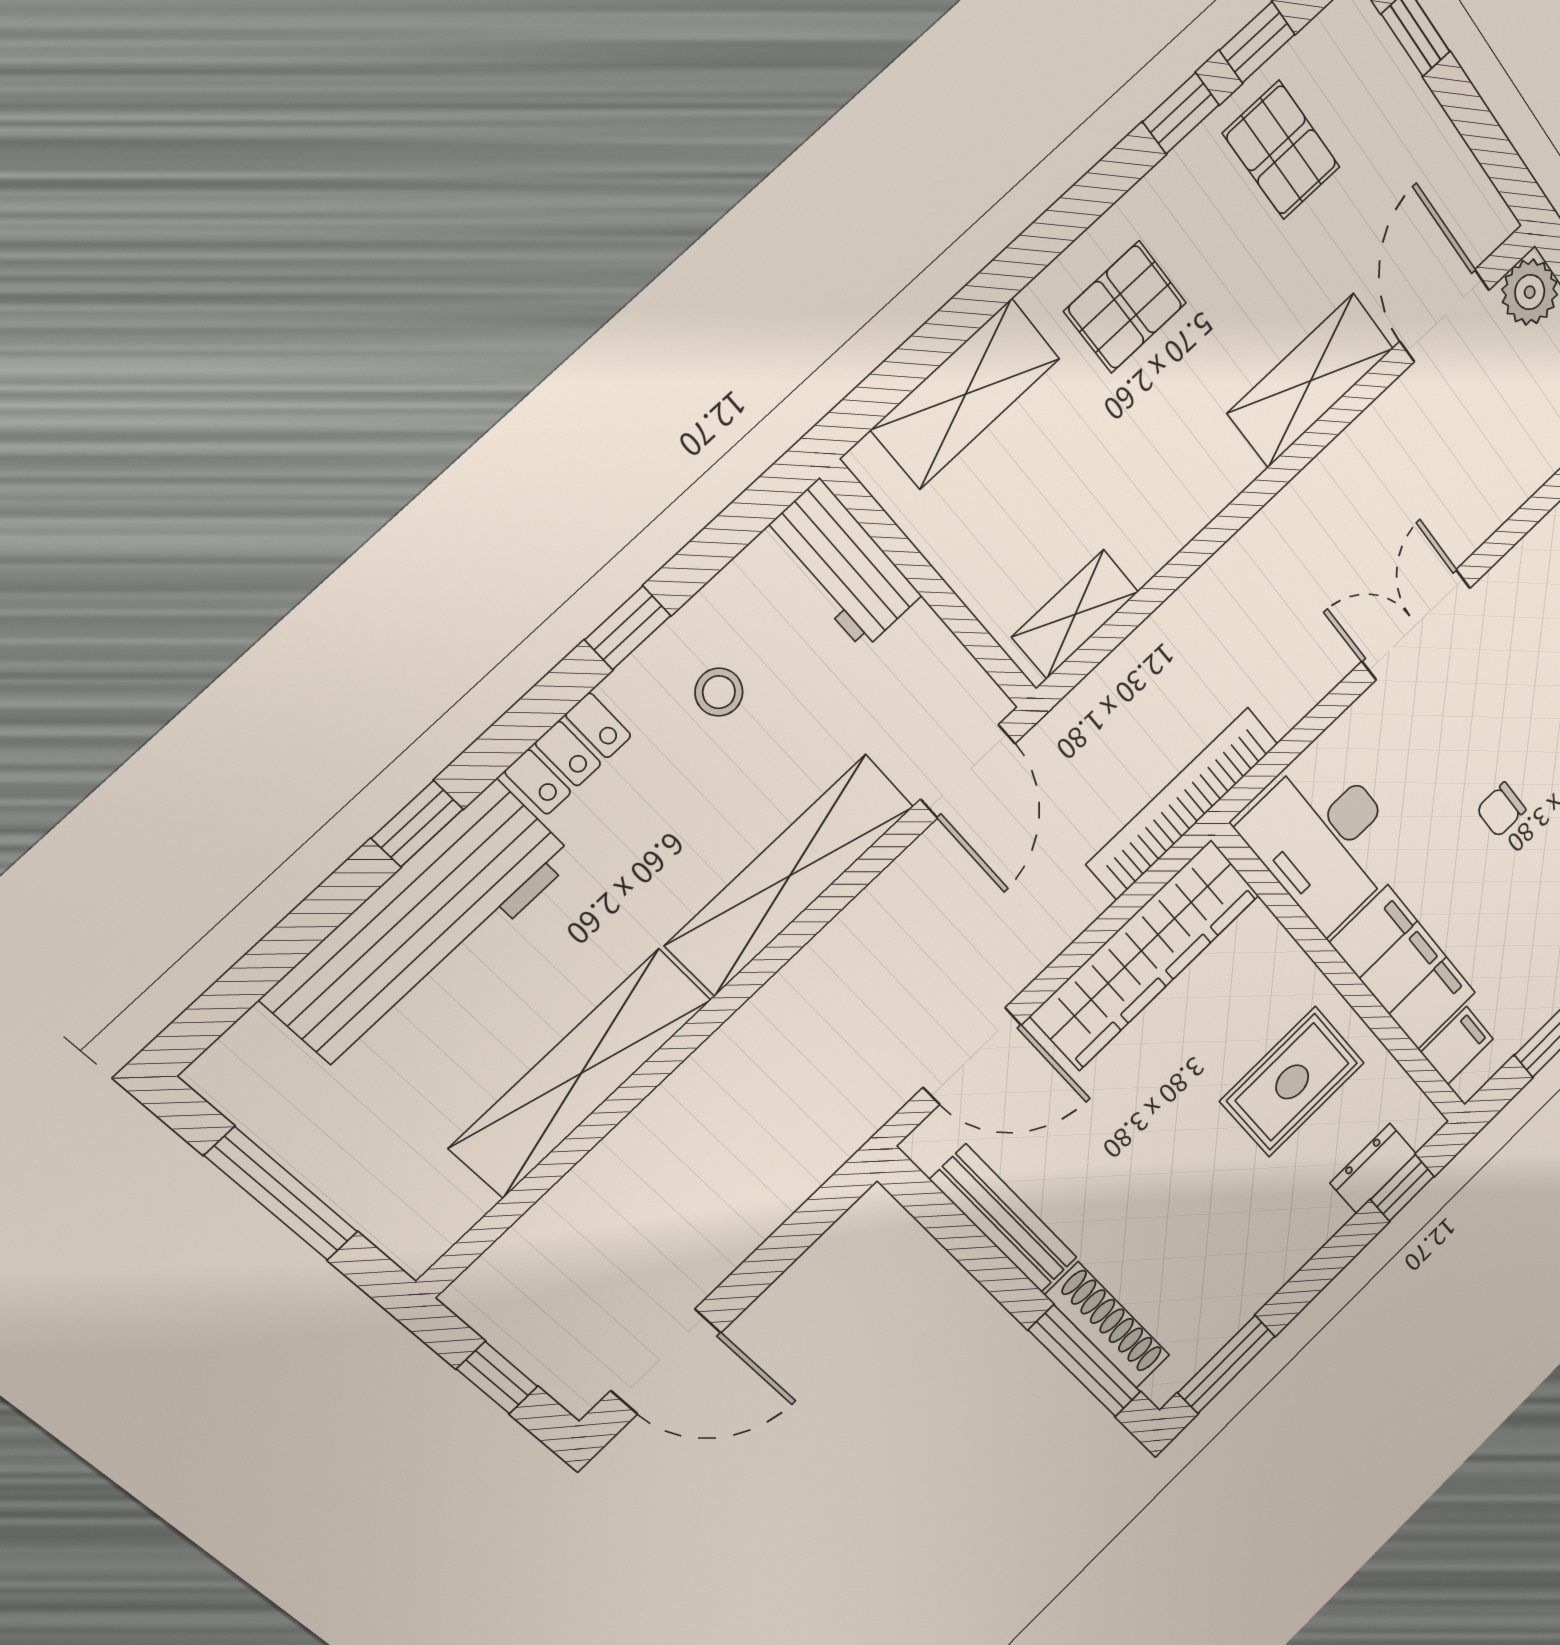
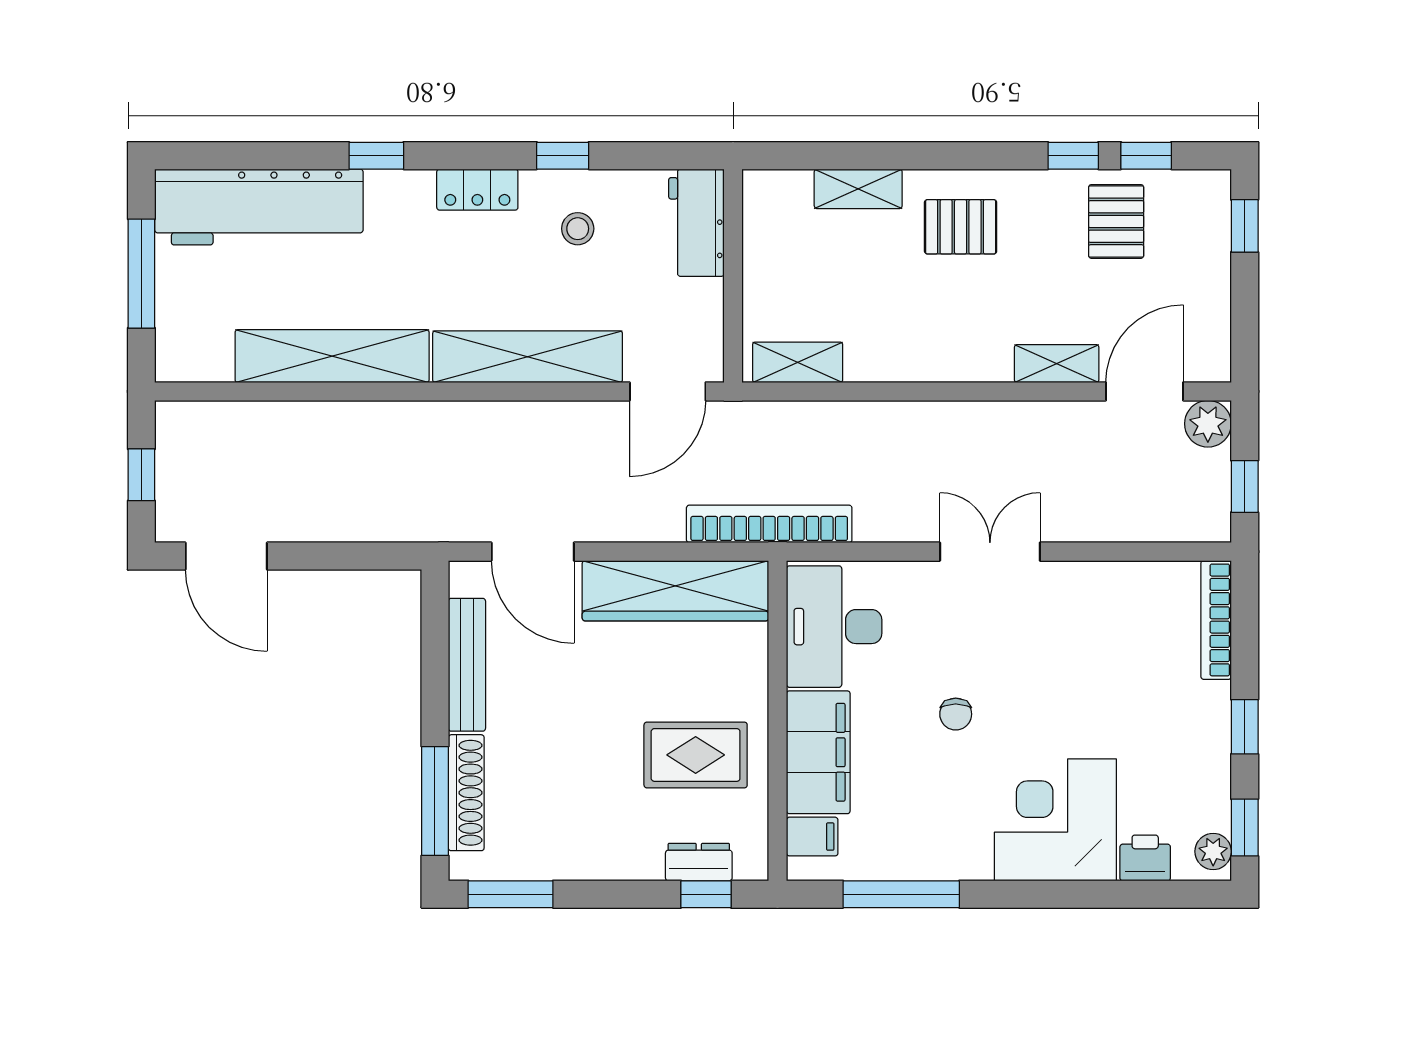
shelving: (1311, 381) -> (1057, 364), width x0.67, depth x0.75
shelving: (966, 394) -> (858, 189), width x0.67, depth x0.75
chair: (1501, 810) -> (956, 714), turned -90
workbench: (420, 928) -> (259, 207), moved

